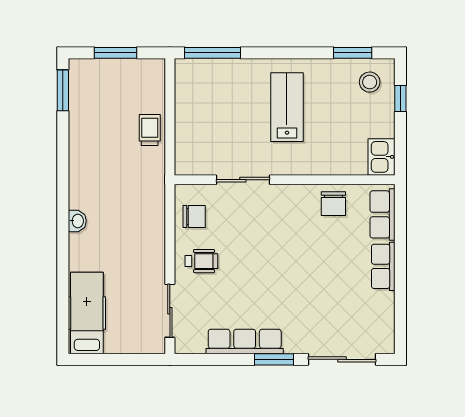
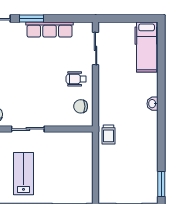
lab bench: (287, 107) -> (24, 174), turned 180
trolley: (150, 130) -> (109, 135), moved
sliding door: (243, 180) -> (28, 129), moved

